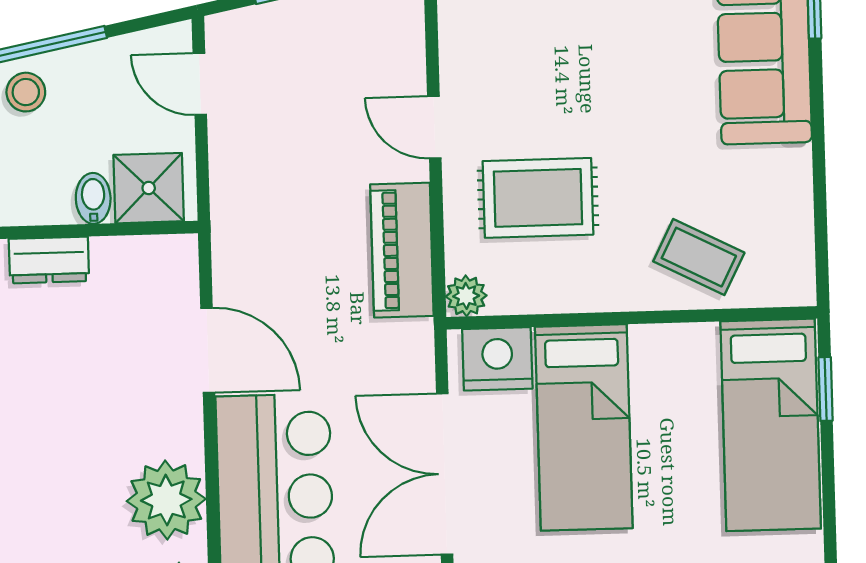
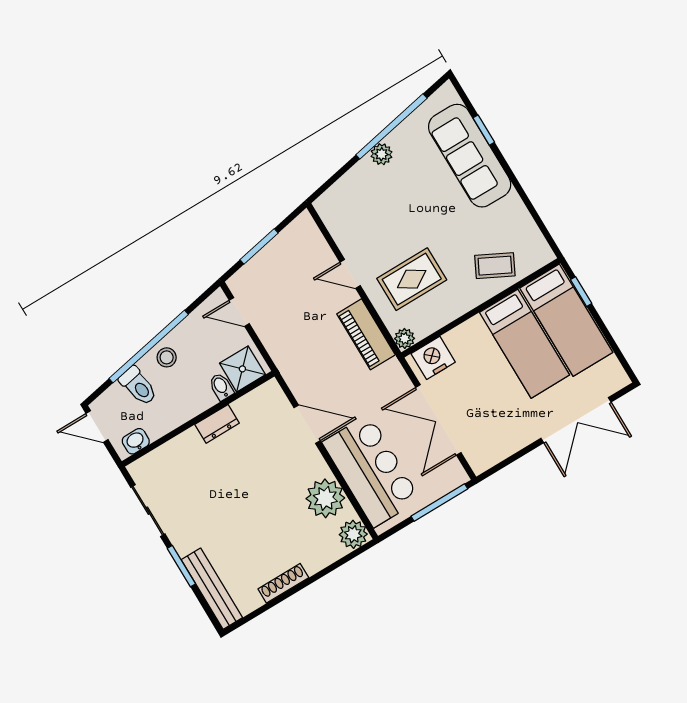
bed: (584, 427) -> (525, 344), moved

